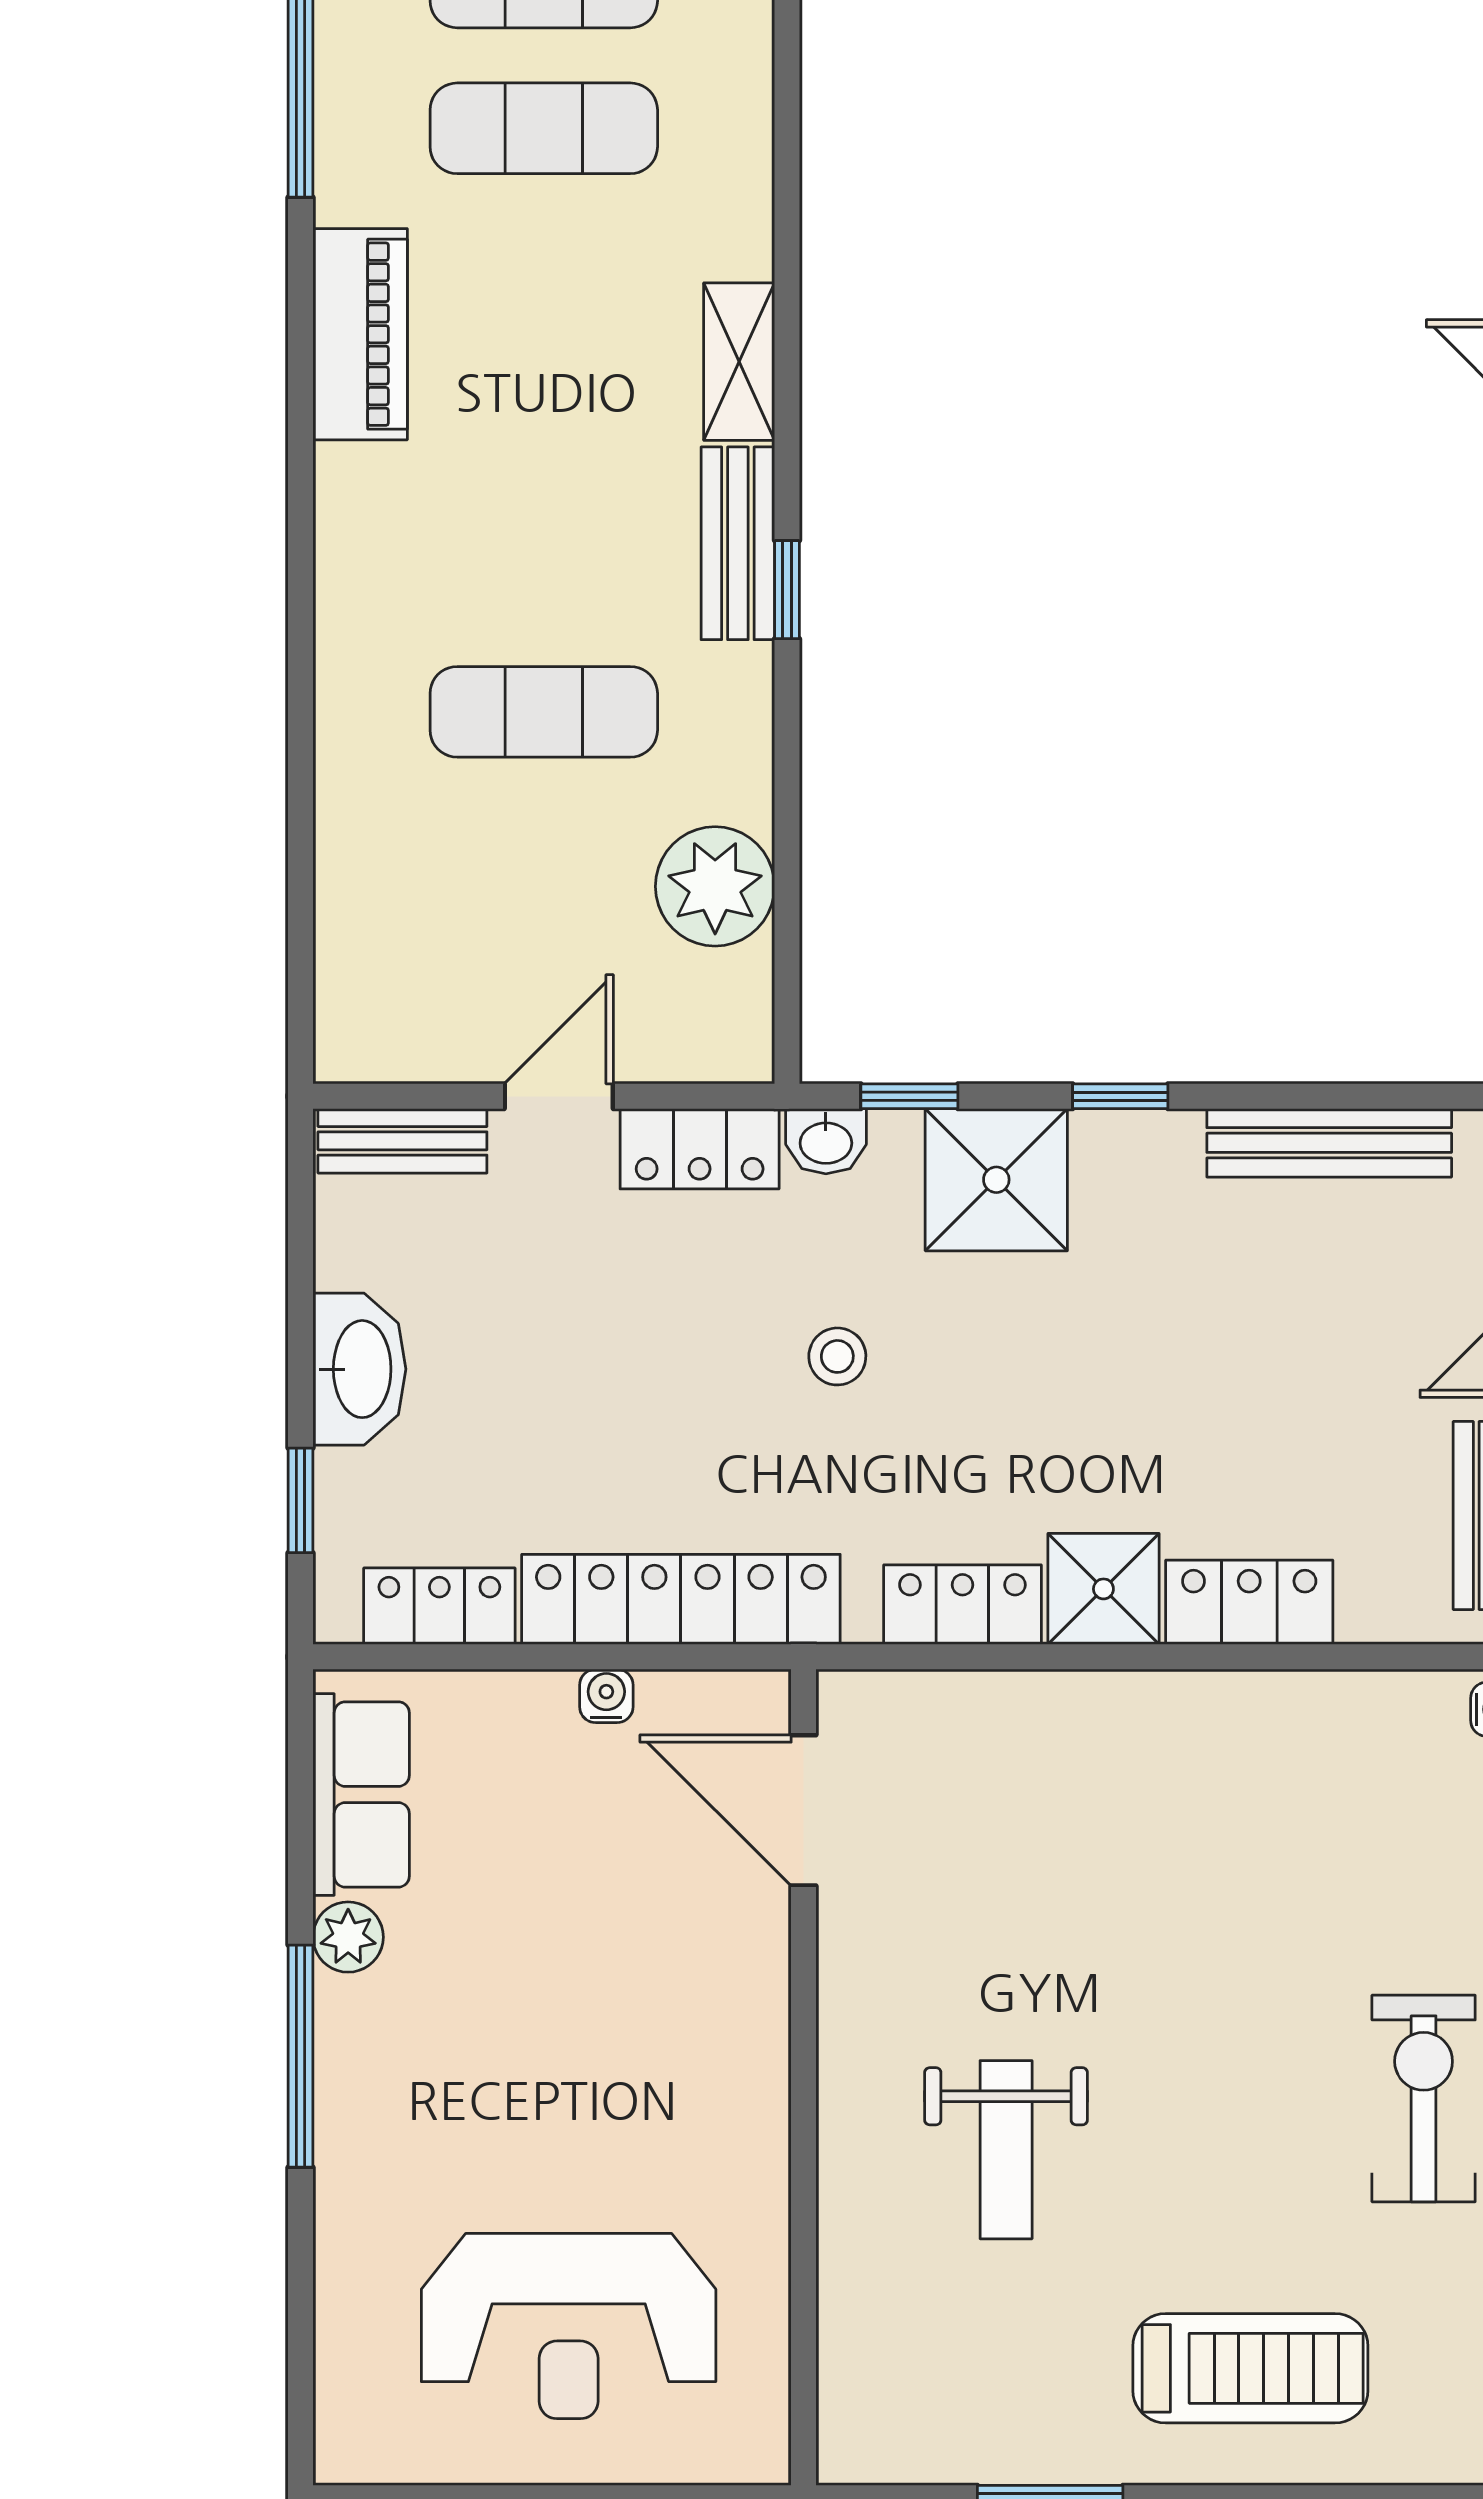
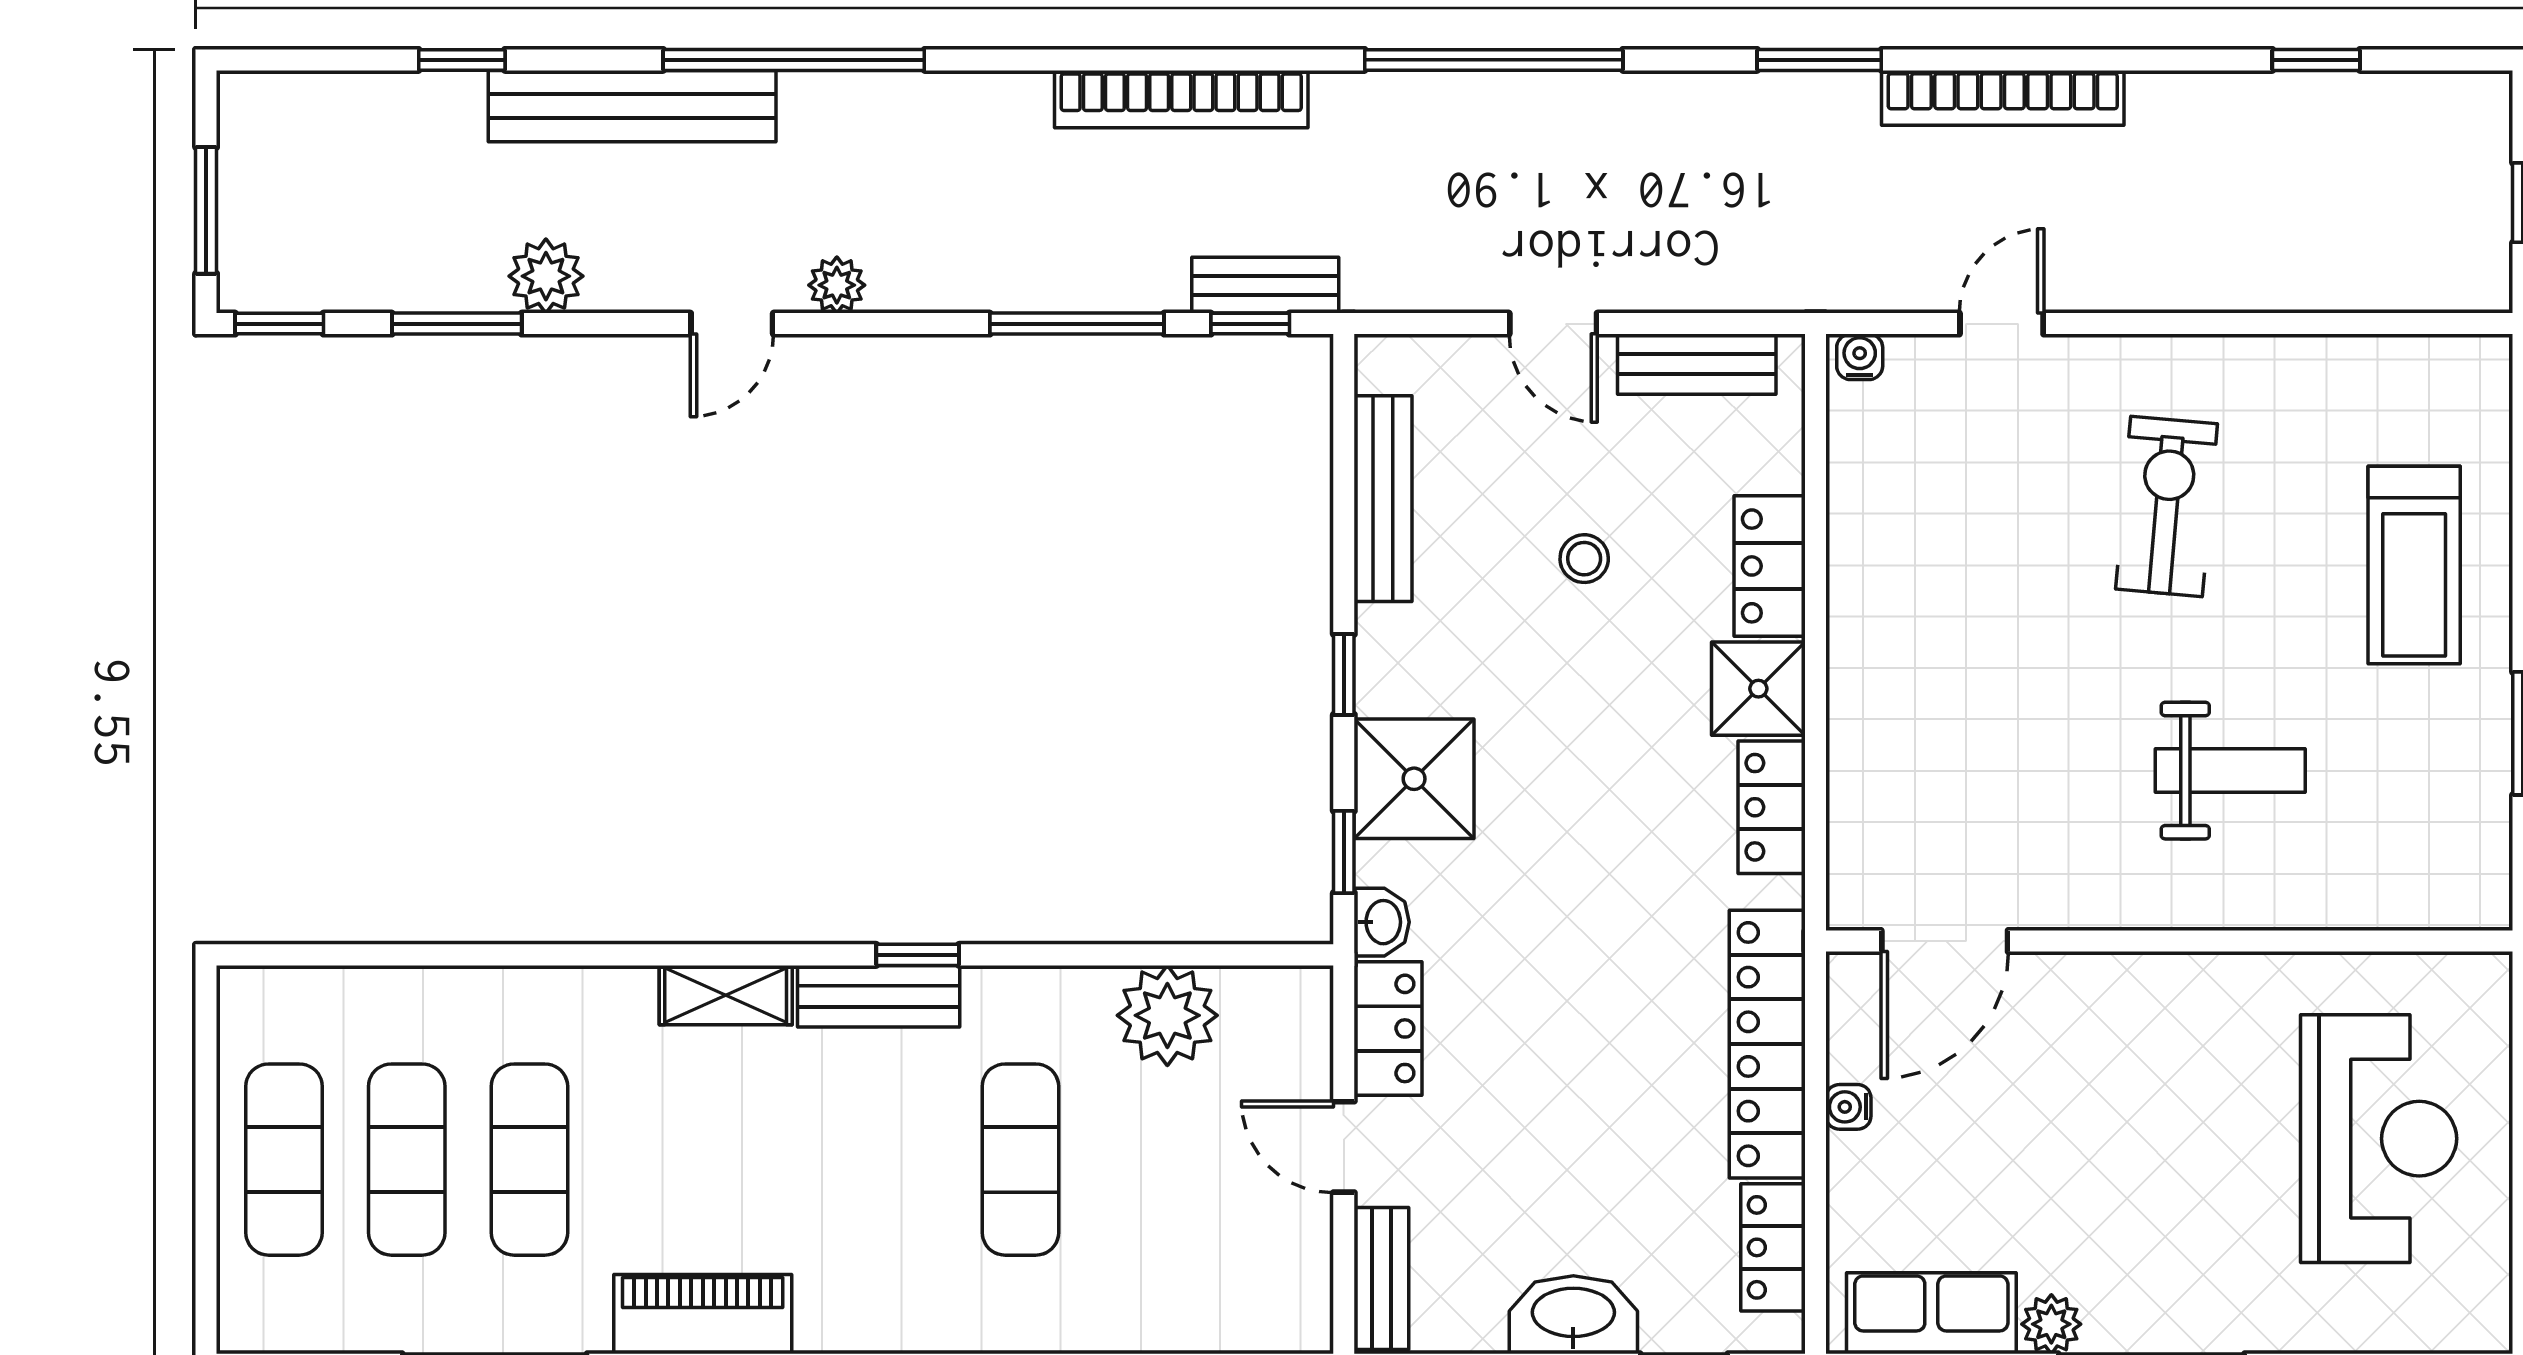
stool: (837, 1356) -> (1584, 559), moved
exercise bike: (1424, 2098) -> (2167, 506), moved, turned 95
treadmill: (1250, 2368) -> (2414, 565), turned 180

